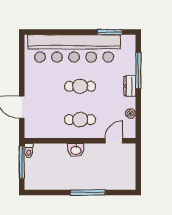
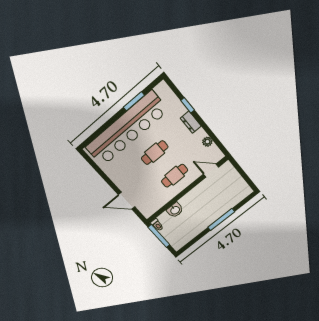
window: (110, 32) -> (134, 101), moved
window: (138, 71) -> (188, 105), width x0.46
door: (114, 141) -> (211, 171), hinge flipped
washbasin: (76, 150) -> (175, 210), moved

